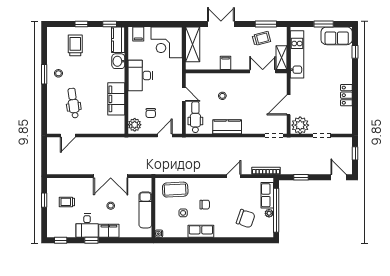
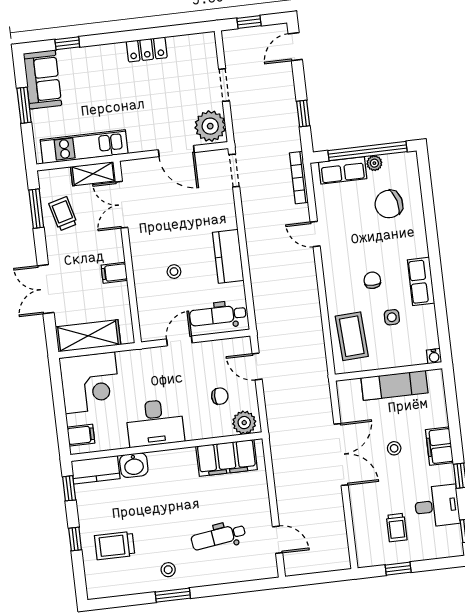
filing cabinet: (116, 99) -> (227, 458), moved
chair: (246, 219) -> (389, 204), turned -124
desk: (87, 226) -> (437, 506), moved

